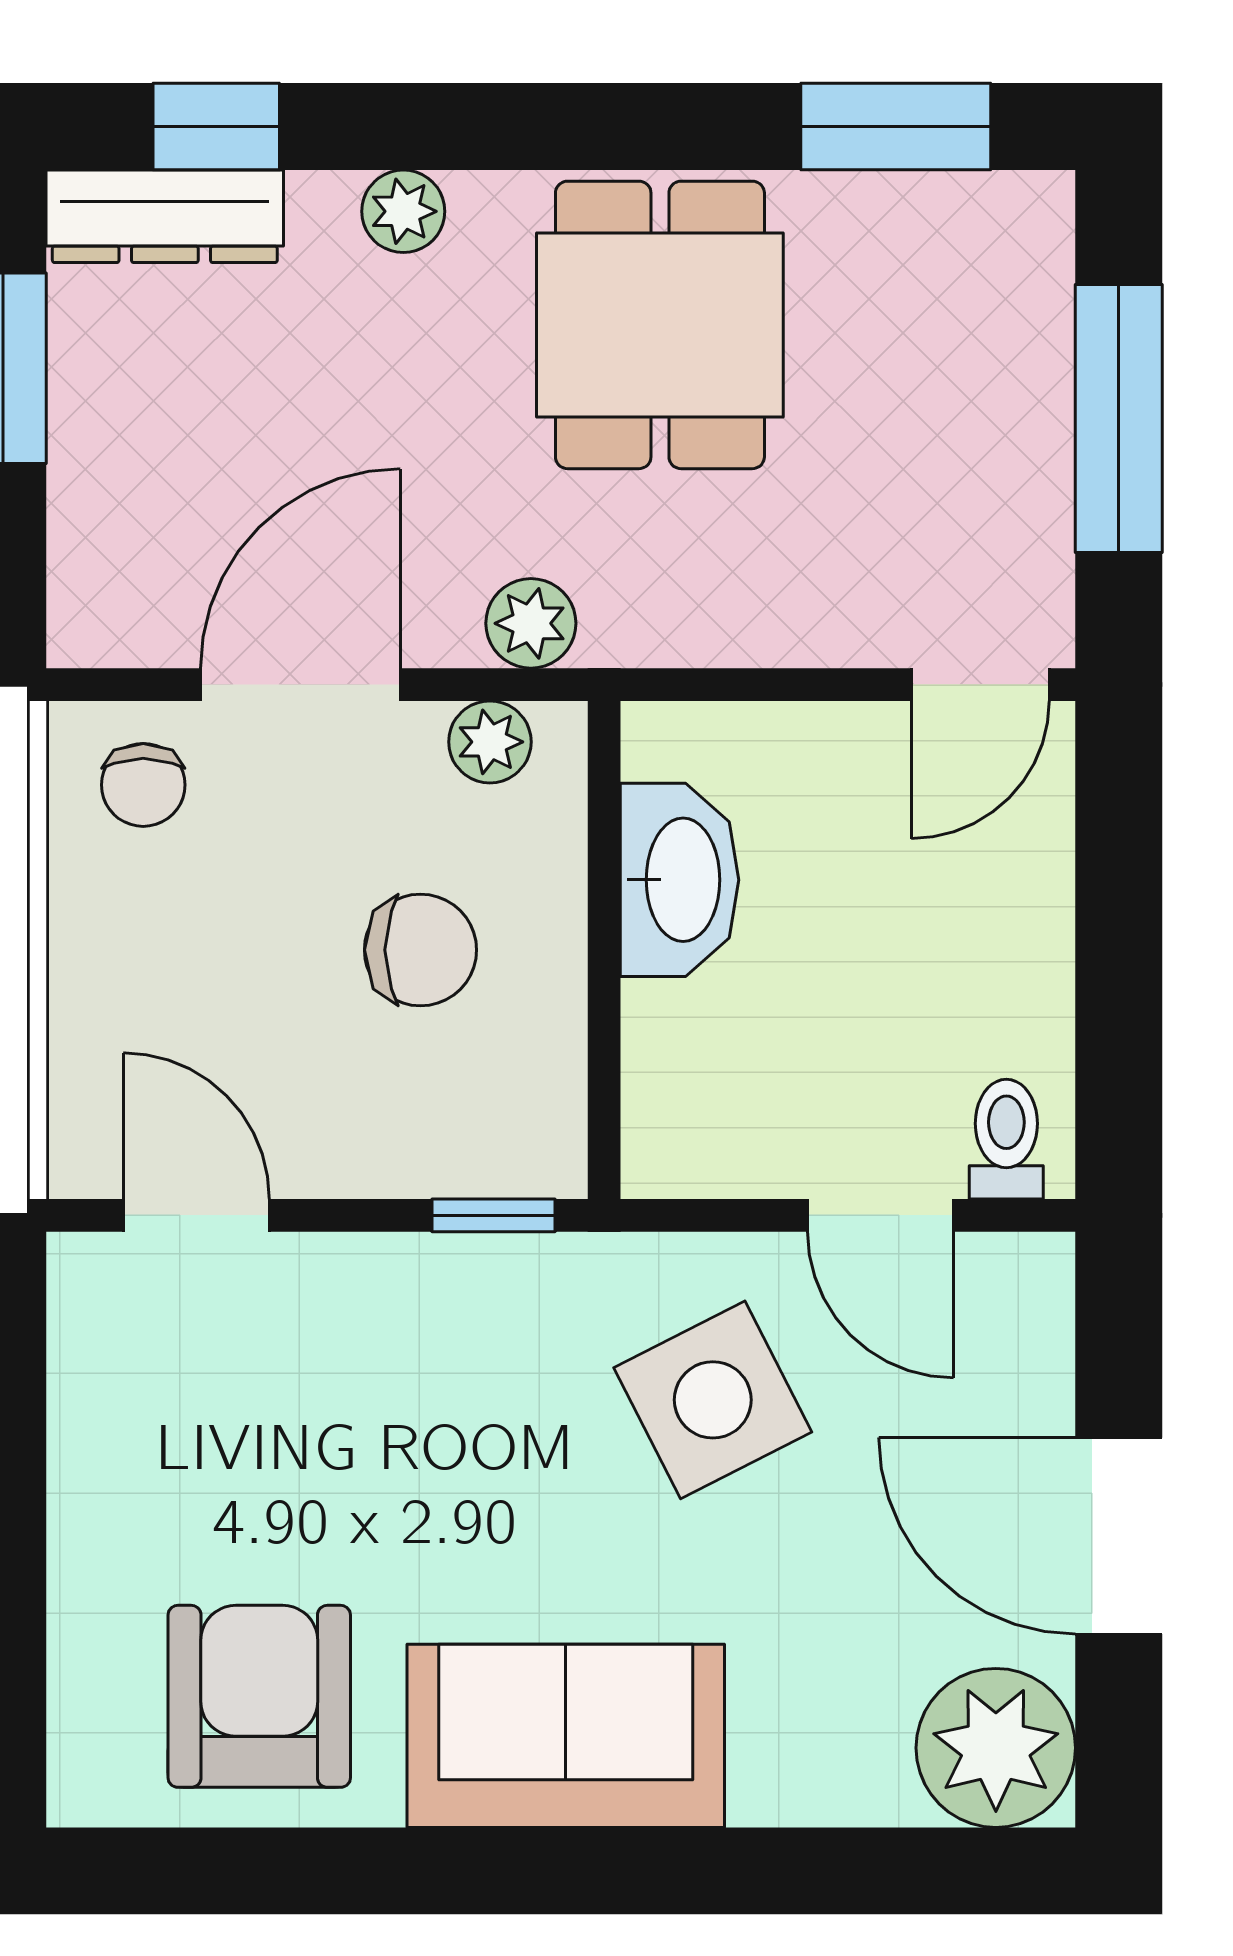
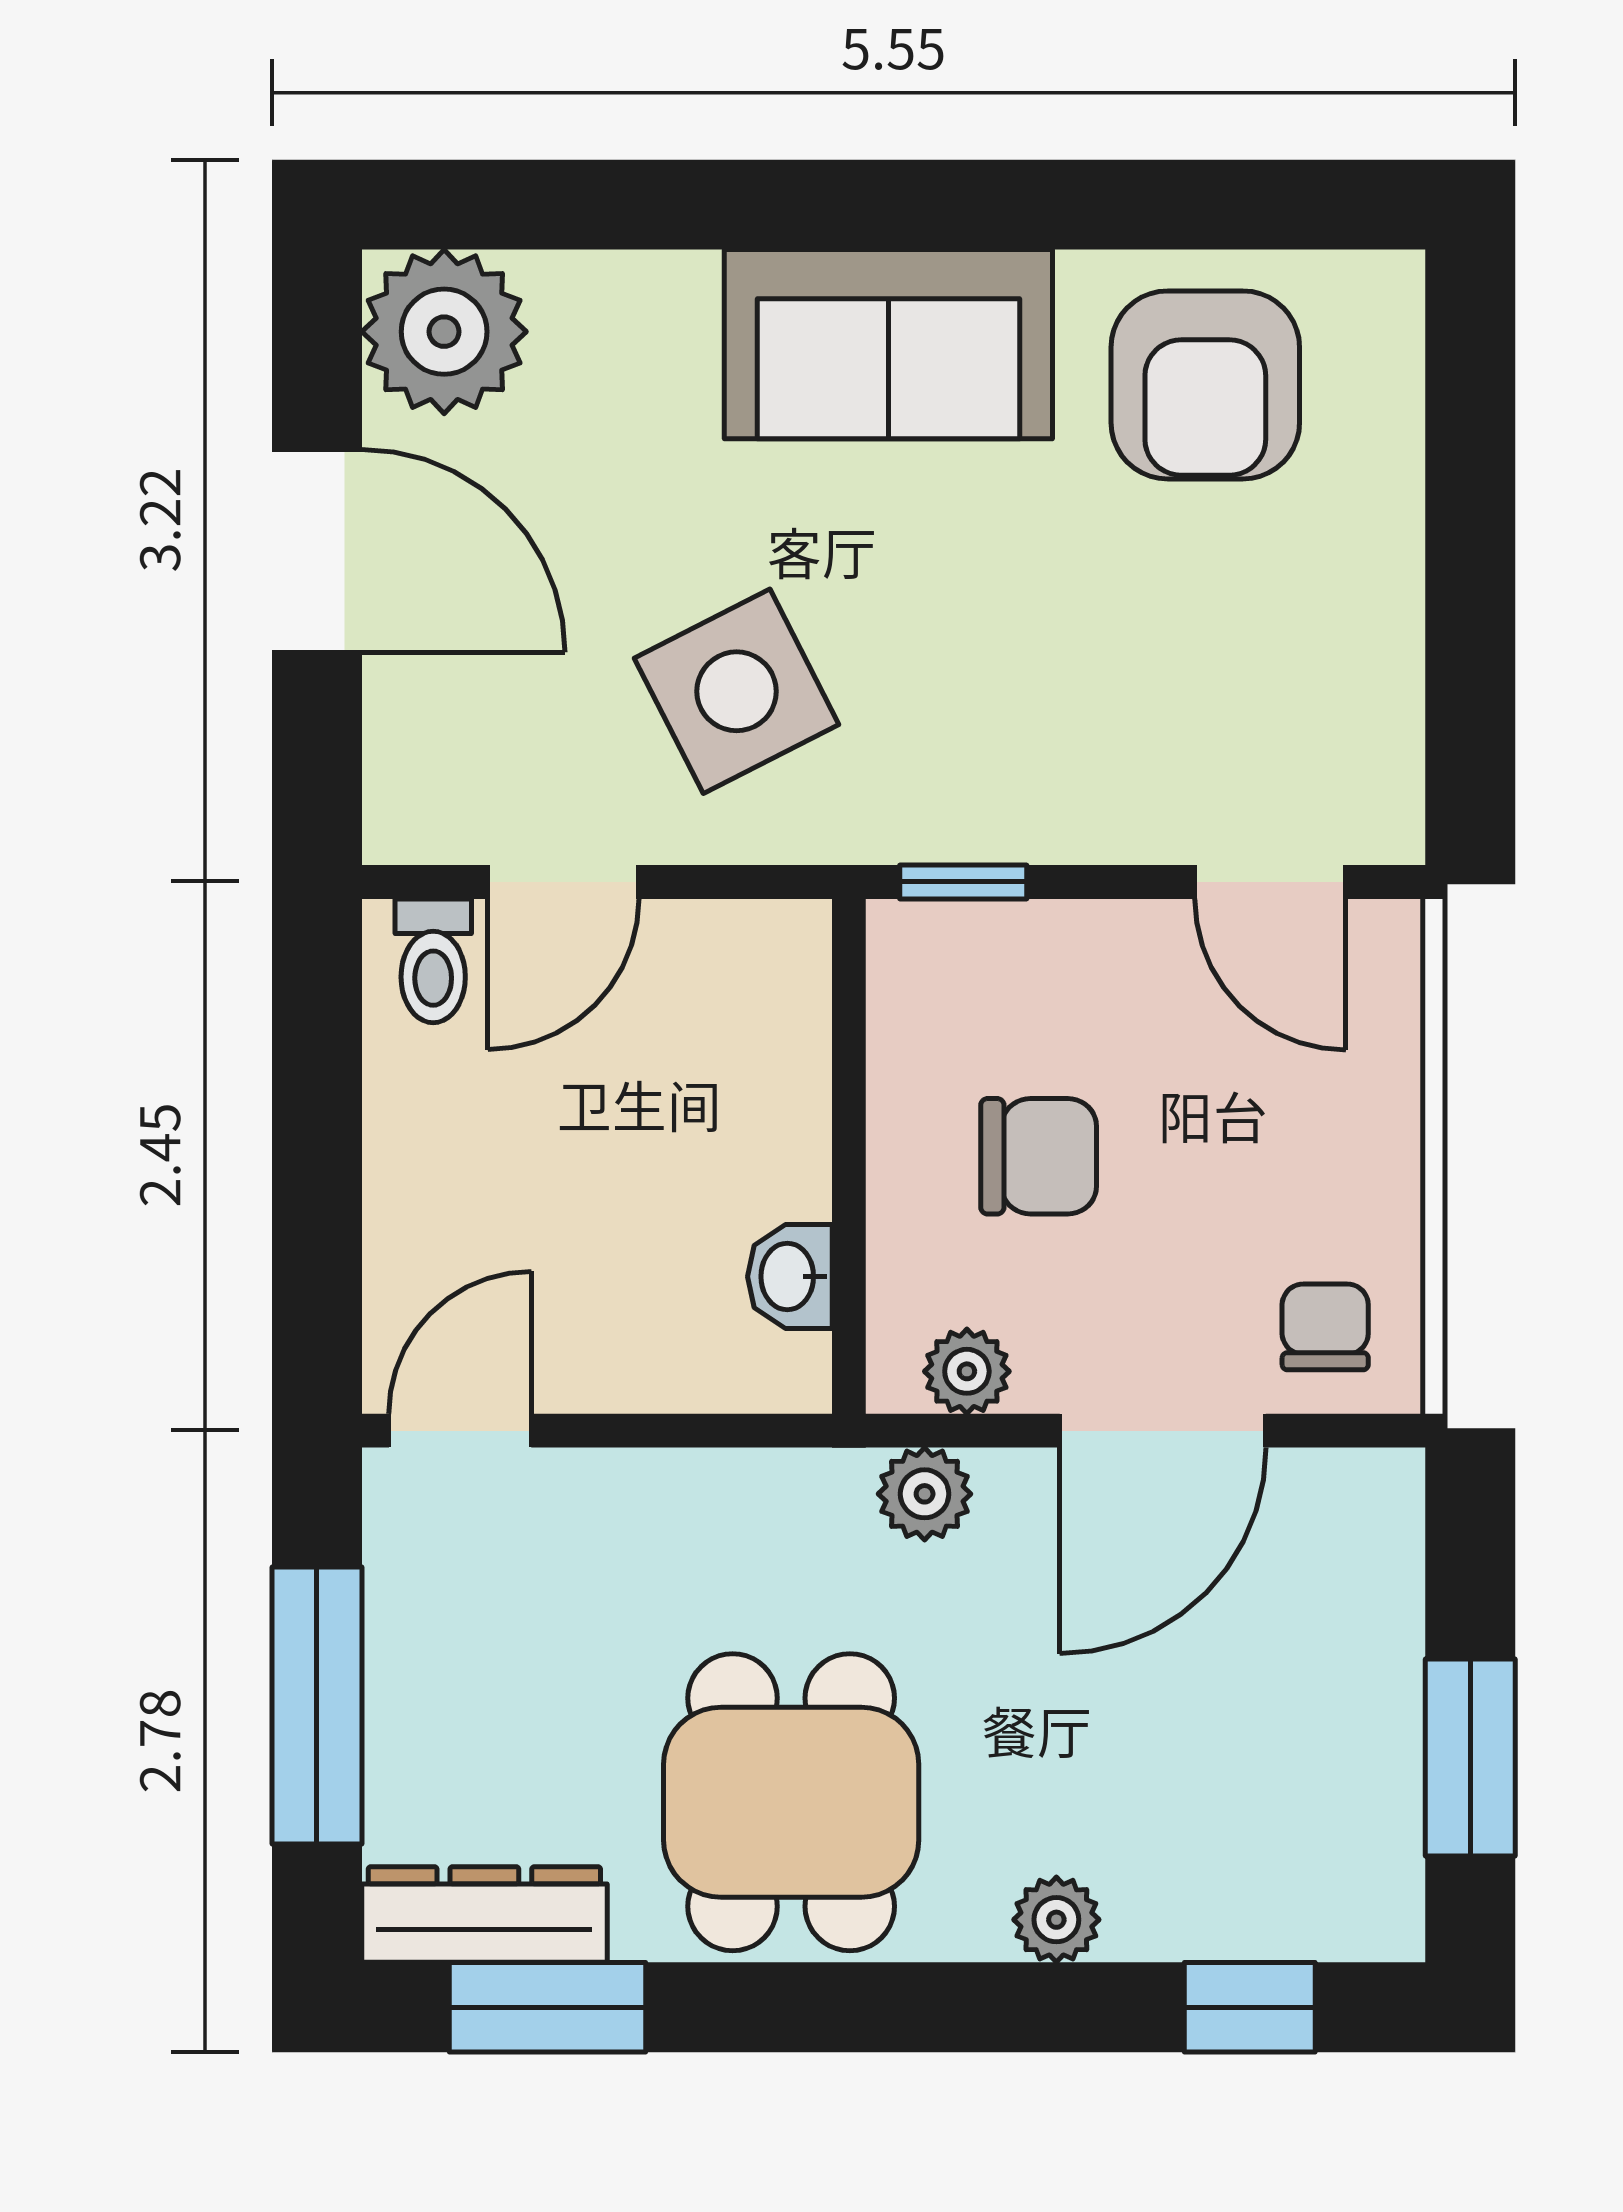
dresser: (165, 216) -> (484, 1915), moved
washbasin: (679, 880) -> (790, 1277), width x0.52, depth x0.69
chair: (420, 950) -> (1039, 1156), turned 180
door: (880, 1215) -> (563, 882), swing flipped

